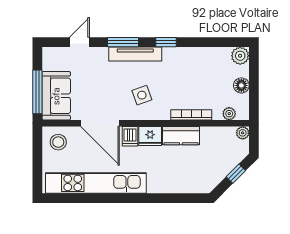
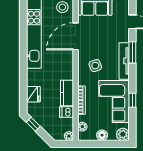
window: (166, 42) -> (132, 100), moved
corner sofa: (193, 68) -> (114, 101), added
dishwasher: (130, 136) -> (66, 112), moved
fridge: (150, 136) -> (33, 94), moved, turned 180
window: (236, 174) -> (33, 124), moved

